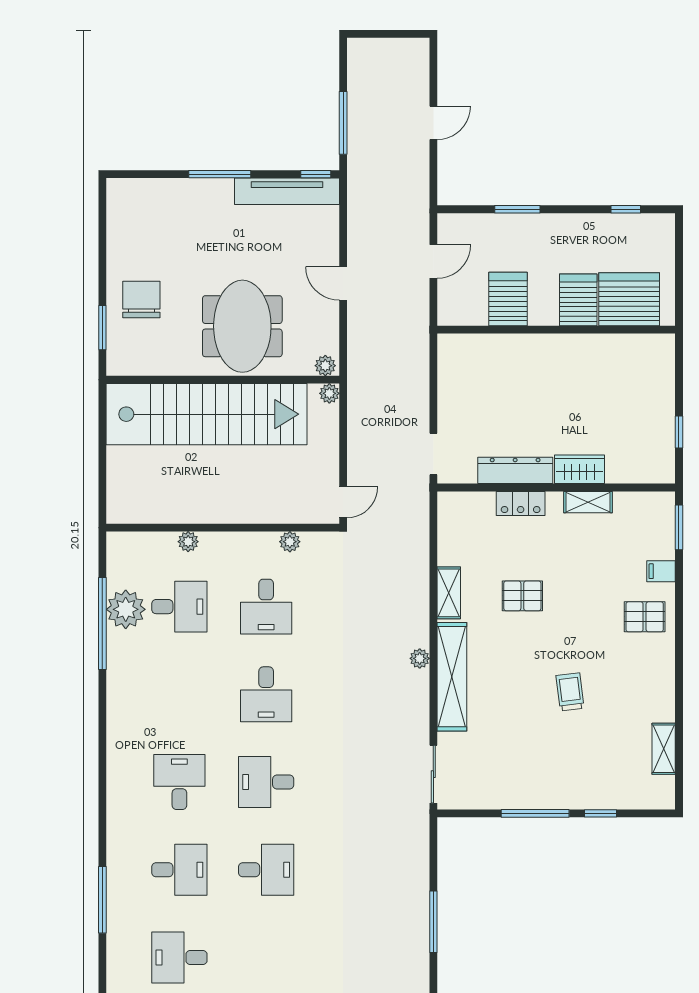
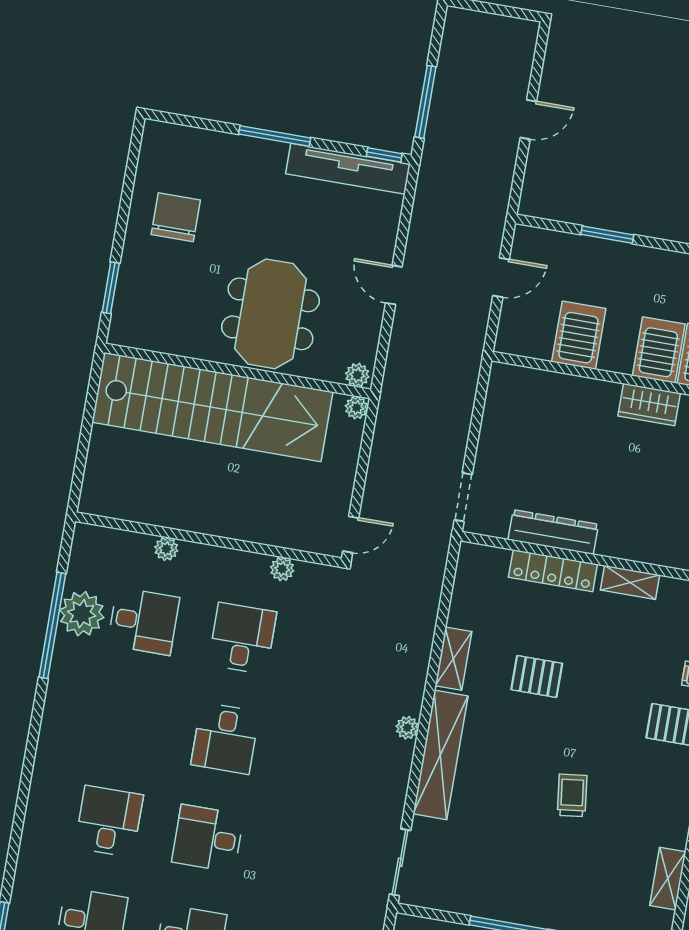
chair: (141, 300) -> (176, 217), moved
wardrobe: (579, 469) -> (649, 405), moved, turned 180
locker: (521, 503) -> (553, 571), width x1.53
desk: (266, 607) -> (242, 638), turned 180

